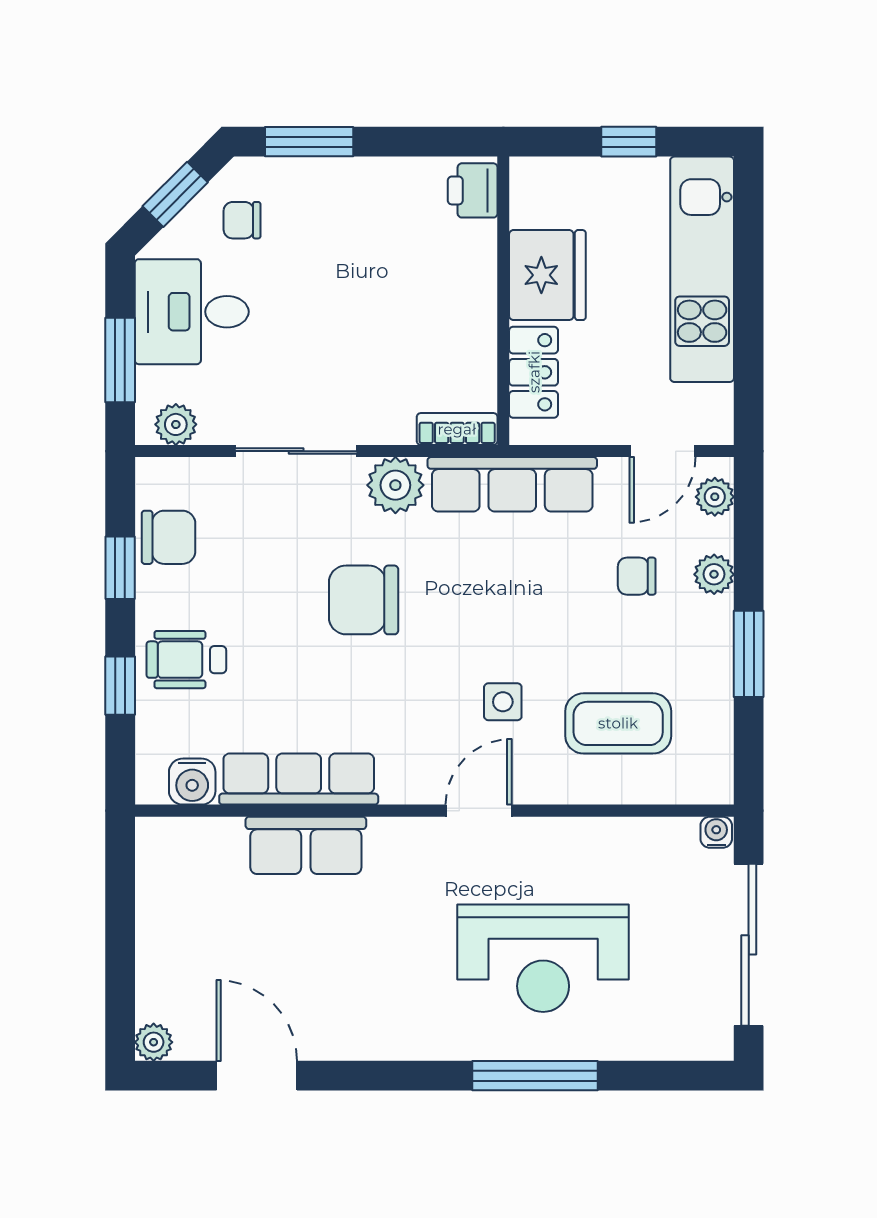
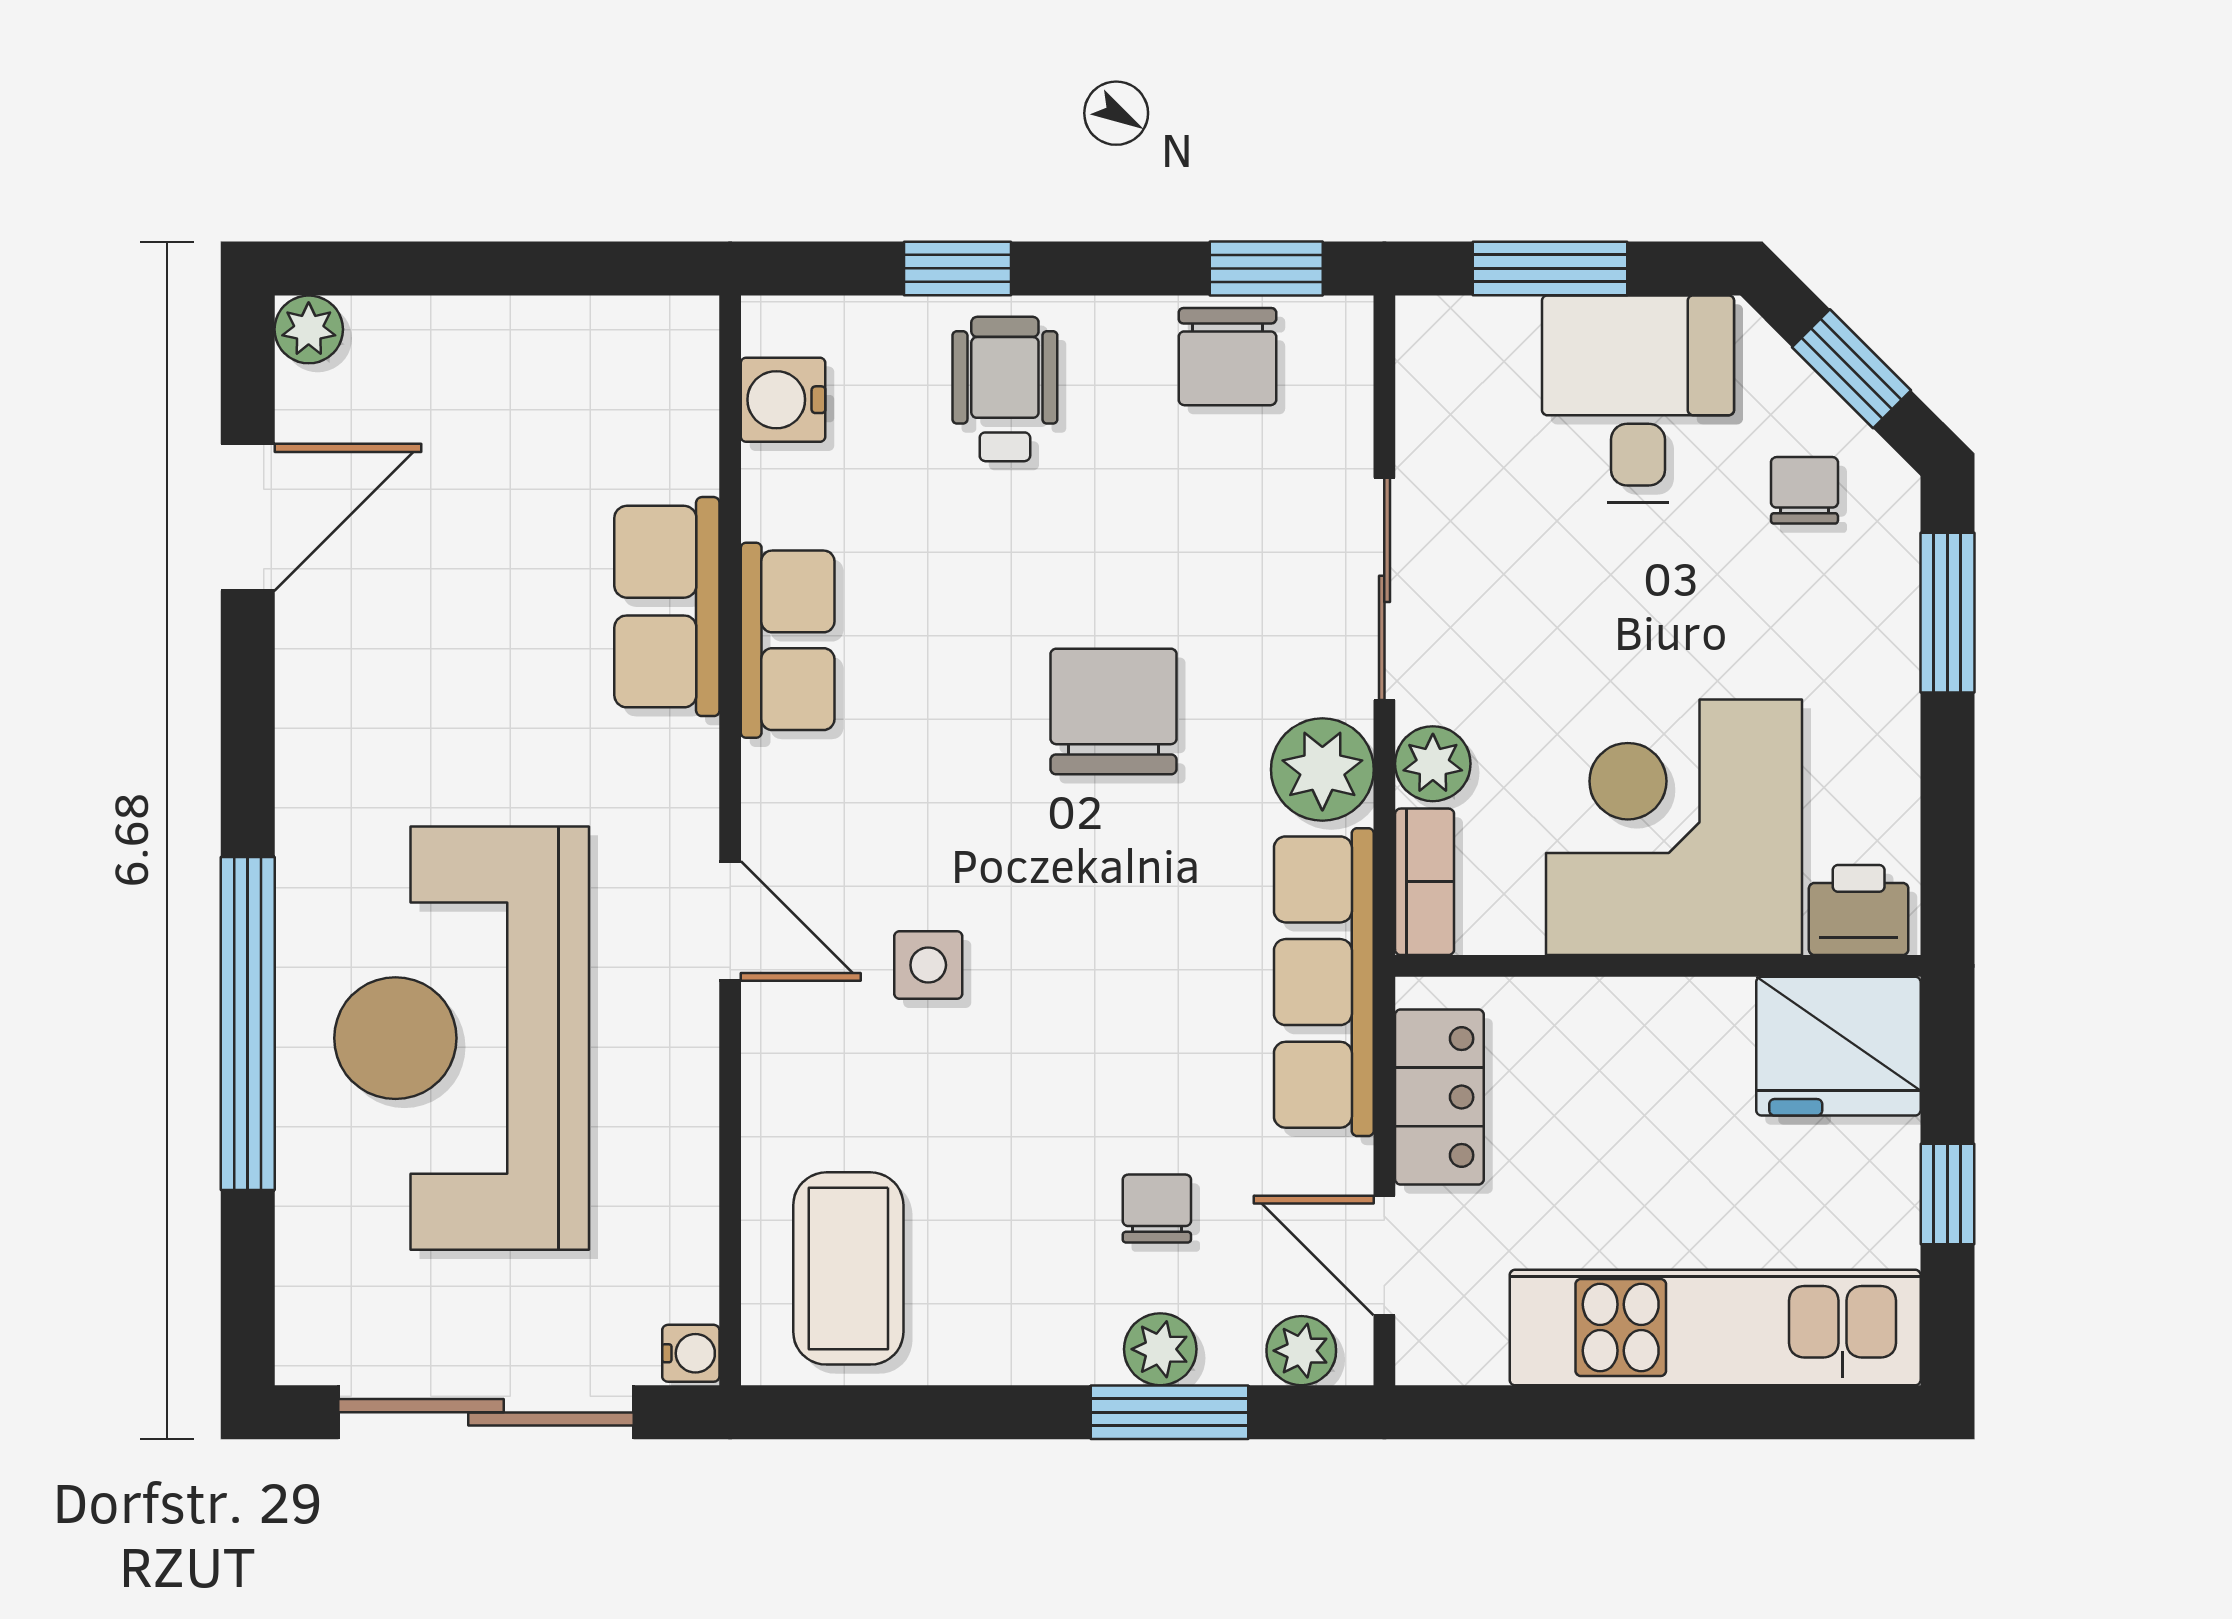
fridge: (547, 275) -> (1838, 1046), moved
corner desk: (427, 292) -> (1674, 827), added
locker: (534, 372) -> (1439, 1097), moved, turned -90
plant: (176, 424) -> (1433, 764), moved
window: (120, 568) -> (1266, 268), moved
window: (749, 654) -> (1170, 1412), moved
coffee table: (618, 723) -> (848, 1268), moved
row of seats: (299, 779) -> (788, 640), width x0.68
reception desk: (543, 958) -> (462, 1038), width x1.36, depth x1.30
window: (535, 1076) -> (248, 1024), width x1.46

